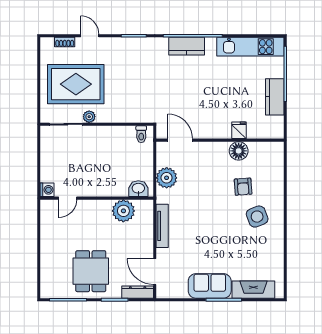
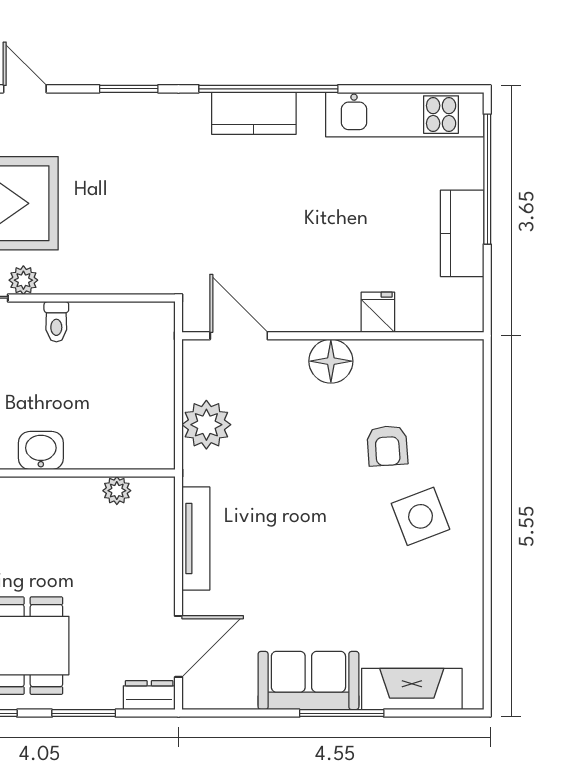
toilet: (141, 134) -> (56, 322), moved
floor lamp: (239, 151) -> (331, 361), moved
washbasin: (138, 189) -> (41, 451), moved
plant: (123, 211) -> (117, 491), width x0.53, depth x0.53
door: (155, 272) -> (178, 646), swing flipped
dresser: (138, 292) -> (149, 695), width x0.70

